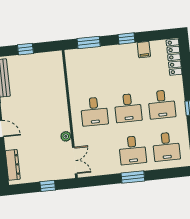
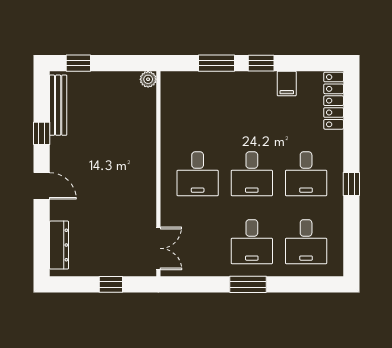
window: (89, 42) -> (217, 63), moved
window: (25, 49) -> (78, 63), moved
plant: (66, 136) -> (148, 79), moved

